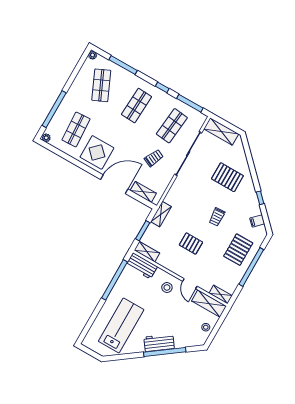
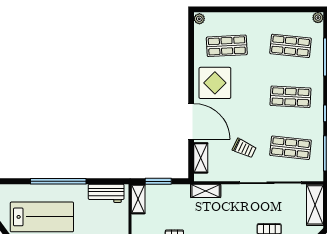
shop shelf: (101, 85) -> (290, 46), turned 30
window: (54, 109) -> (235, 9), removed
shelving: (161, 214) -> (206, 191), moved
workbench: (142, 266) -> (106, 193), moved, turned -90
window: (115, 280) -> (58, 181), moved

